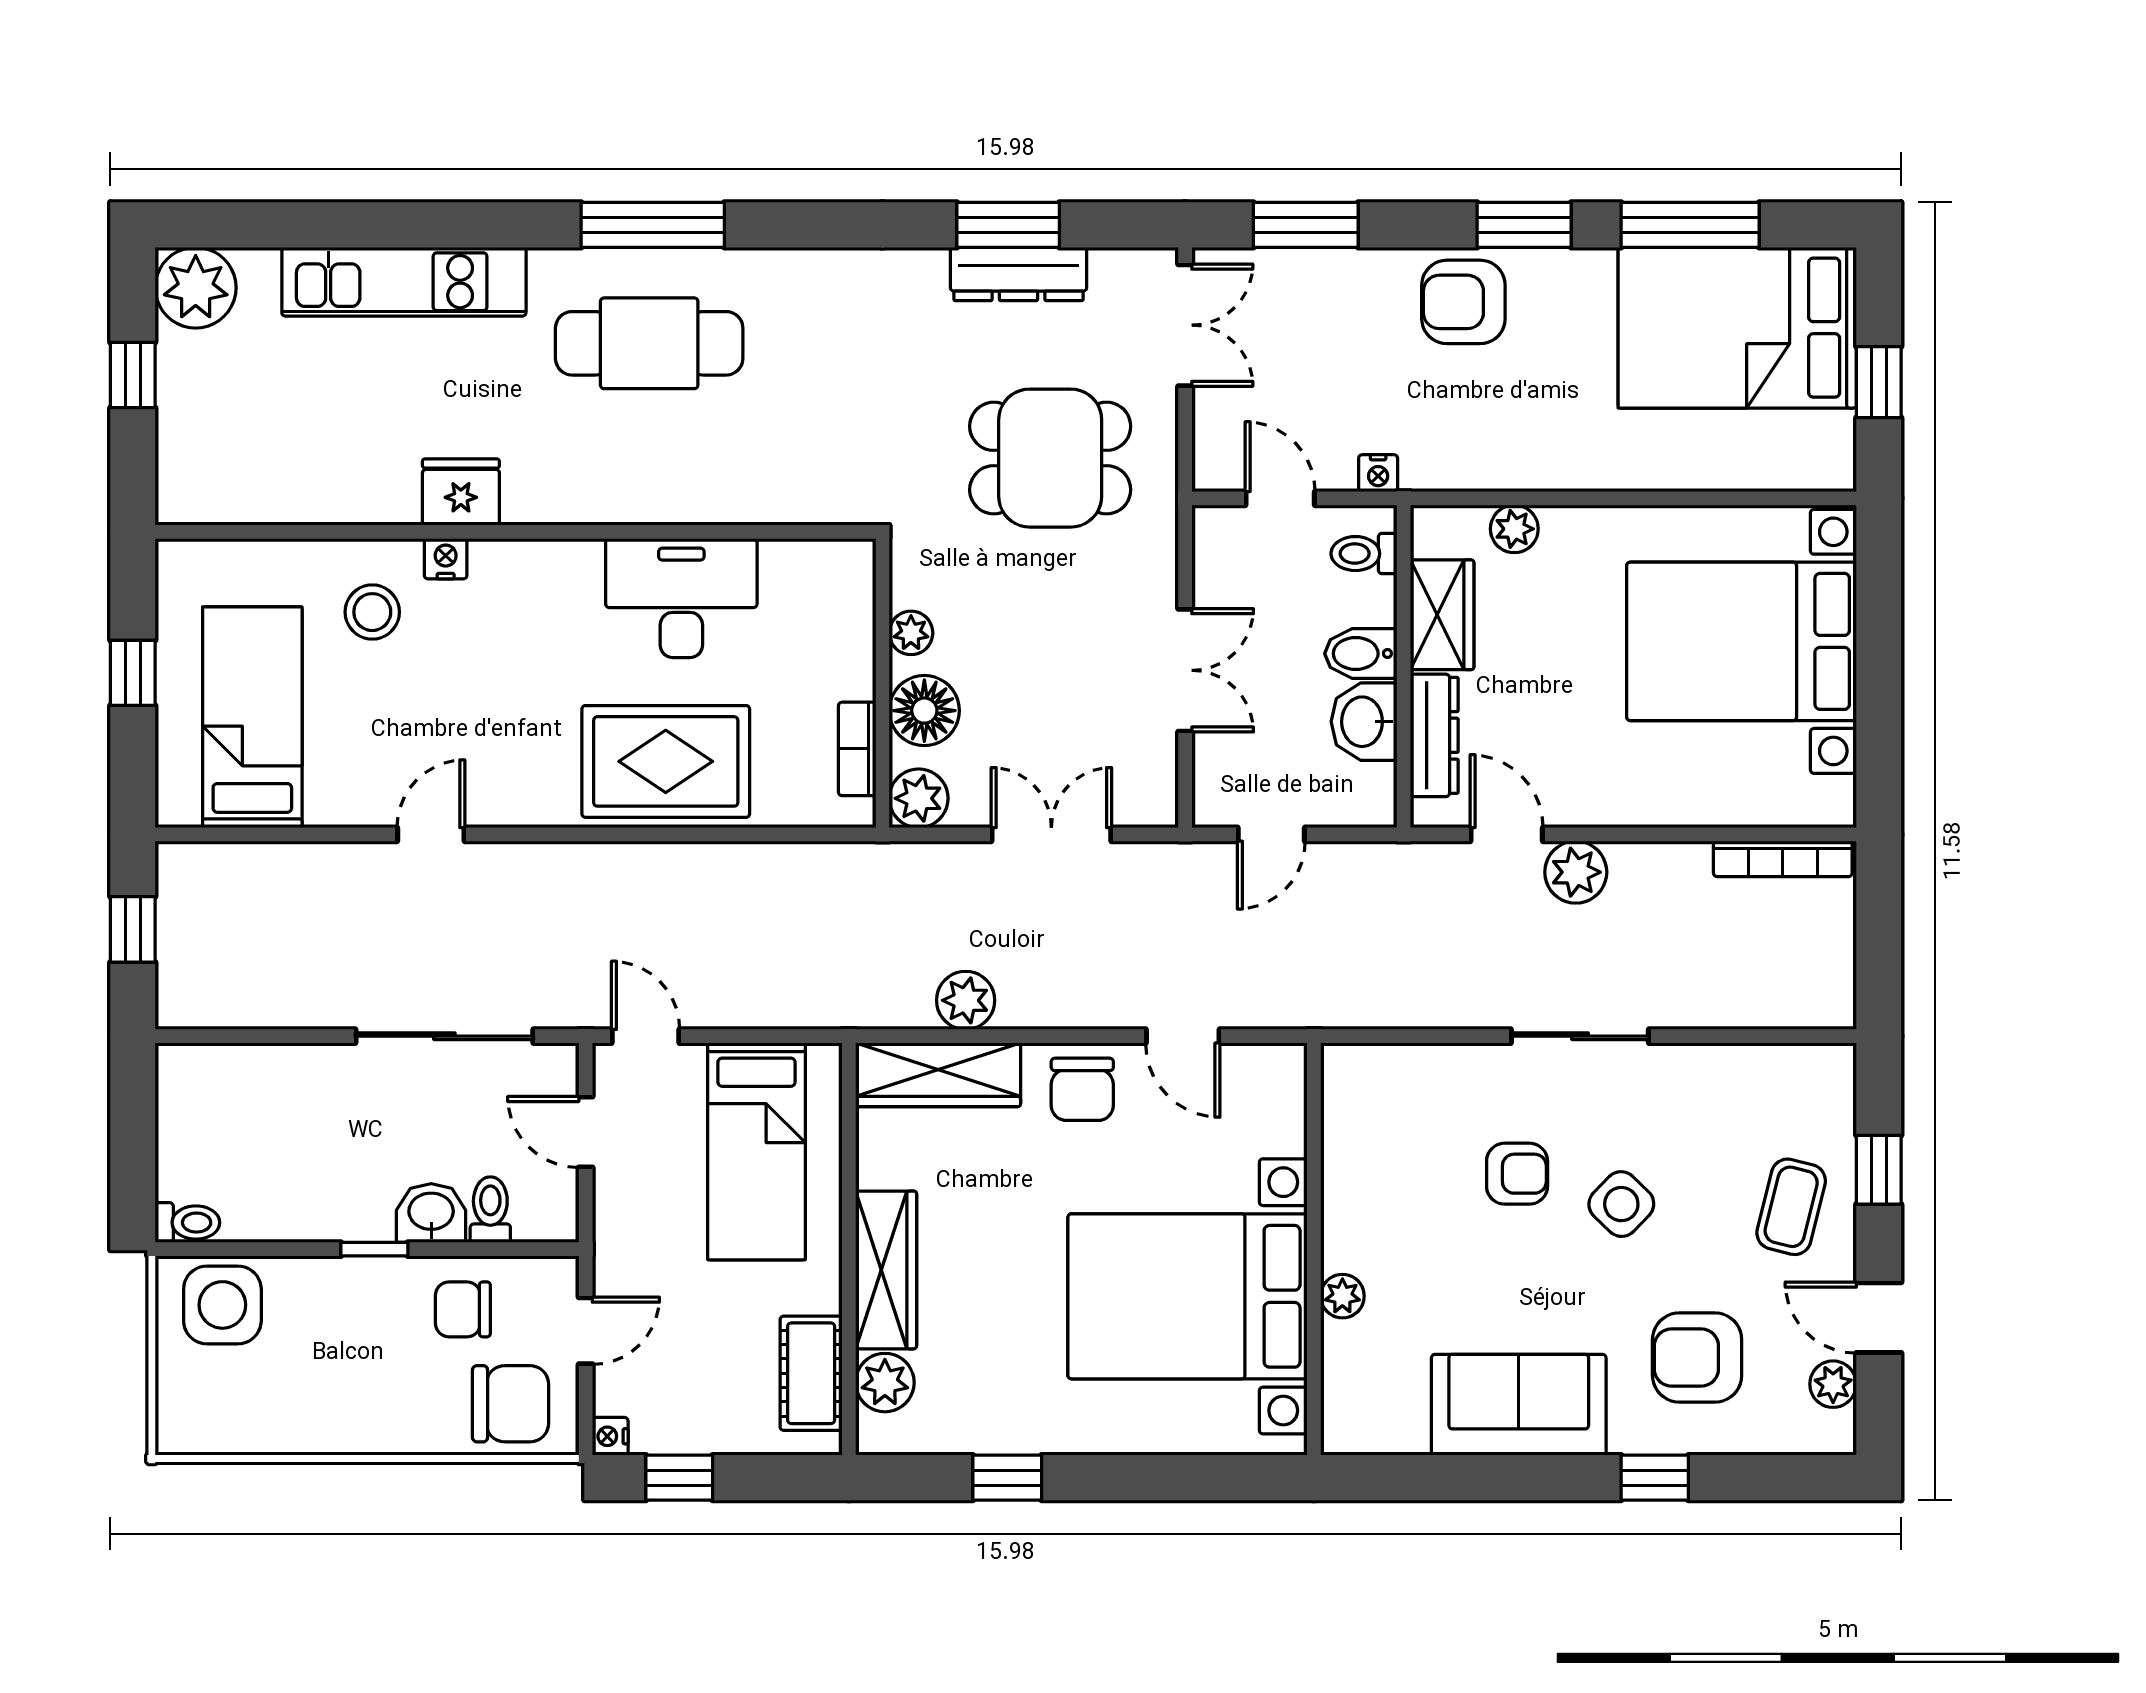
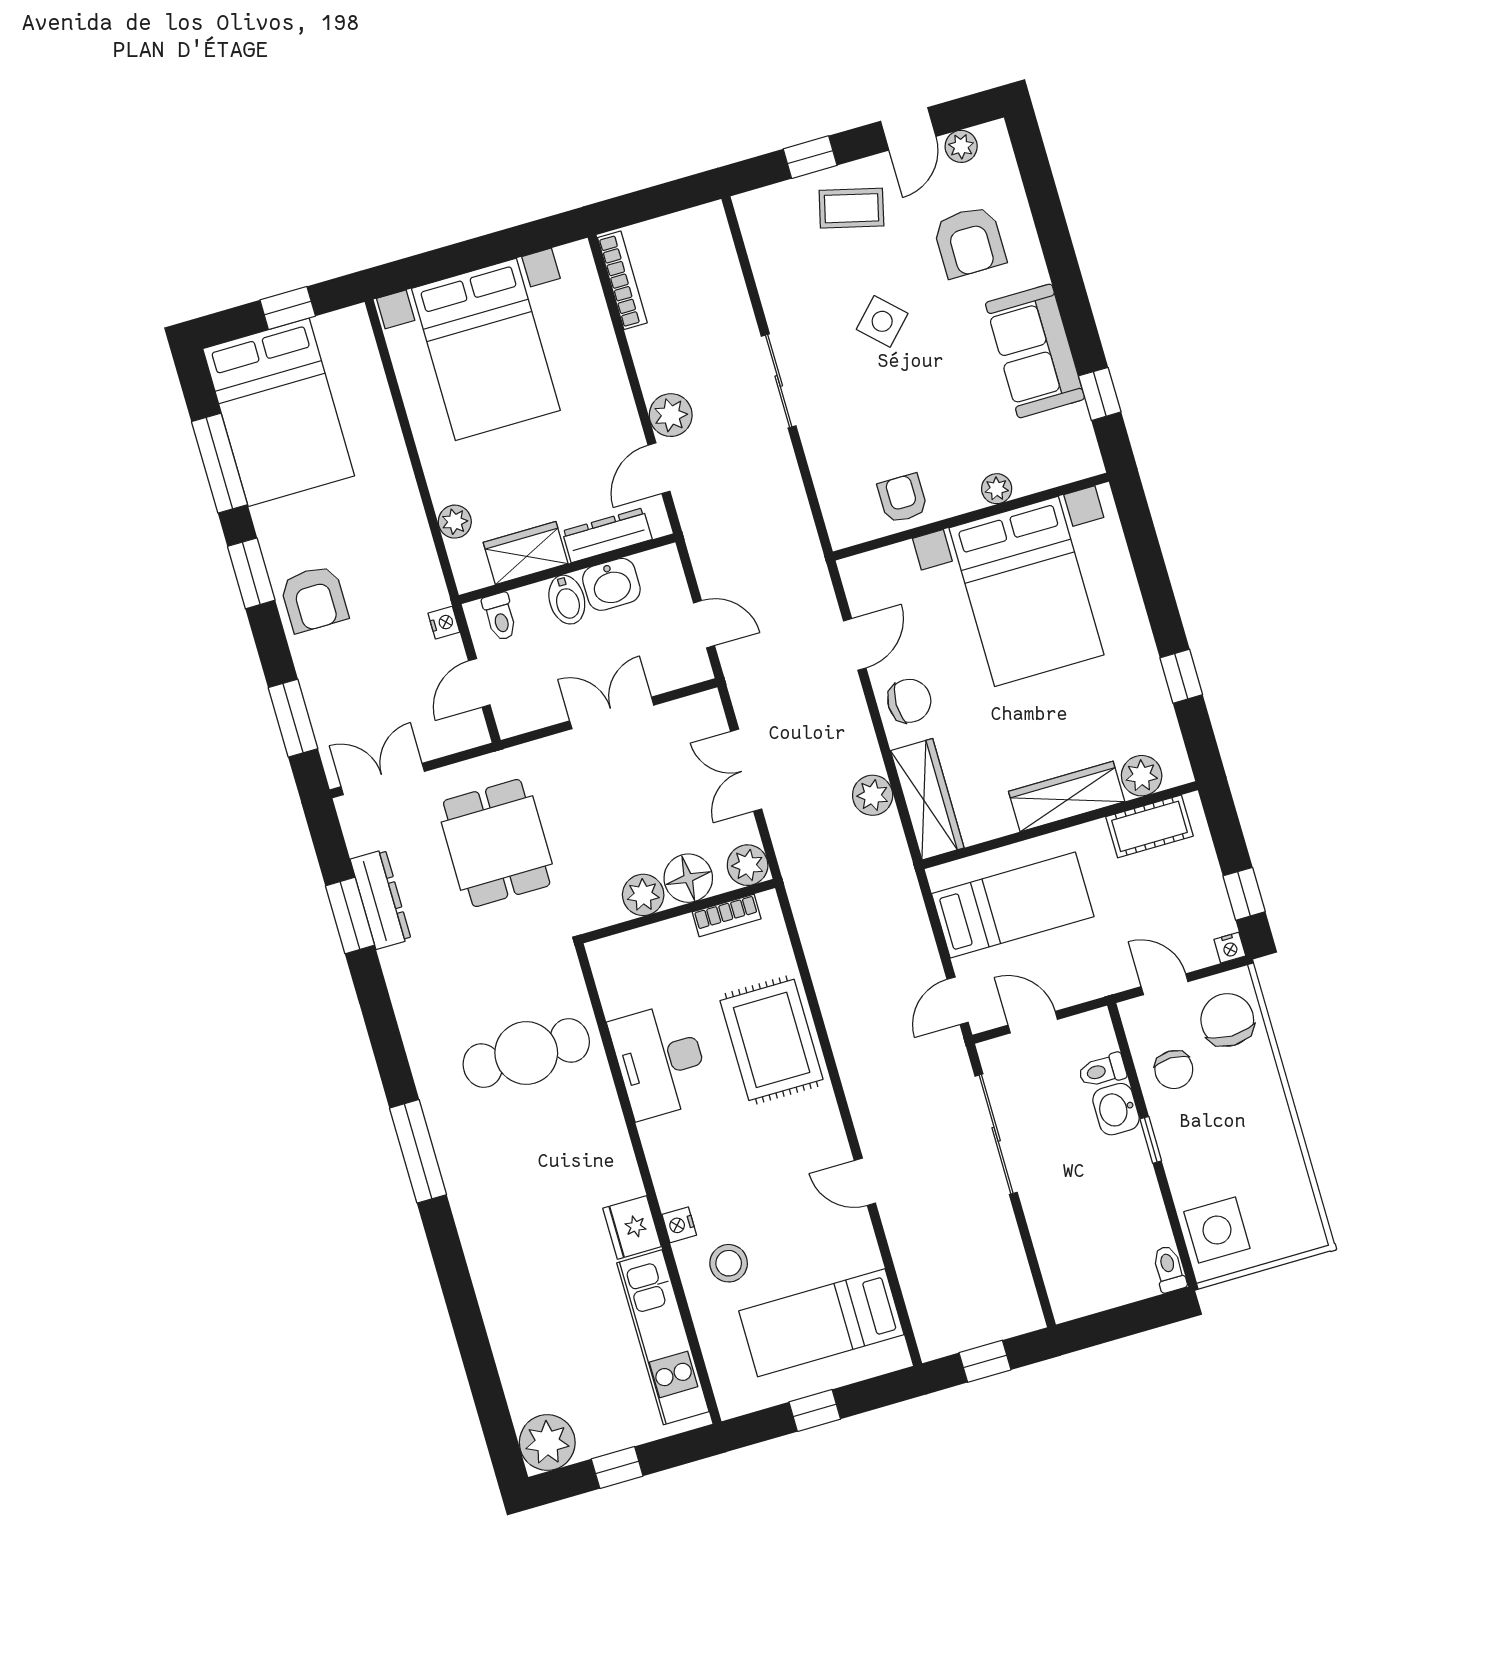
kitchen unit: (404, 282) -> (663, 1337), moved, turned 180
cafe table: (649, 343) -> (526, 1053), moved, turned 90
plant: (911, 633) -> (643, 895), width x1.38, depth x1.38
door: (586, 1132) -> (1033, 1022), swing flipped
armchair: (1517, 1174) -> (903, 498), moved
window: (1655, 1478) -> (1100, 394), moved

